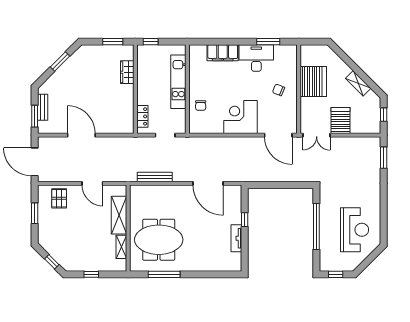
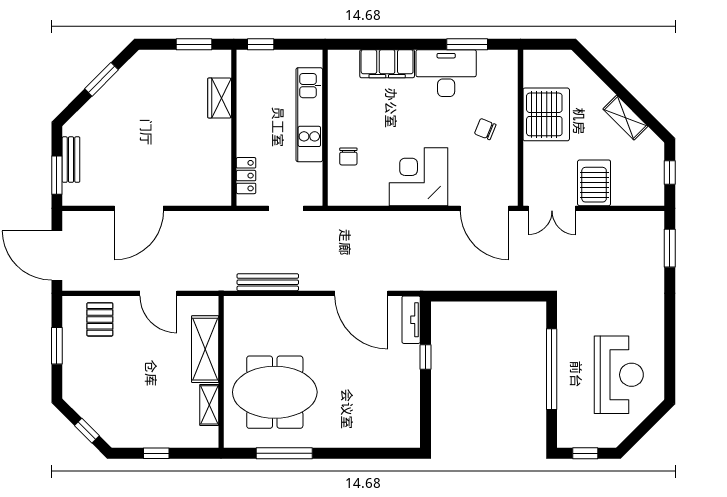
door: (81, 135) -> (139, 208), swing flipped
tv unit: (236, 238) -> (411, 320), moved

